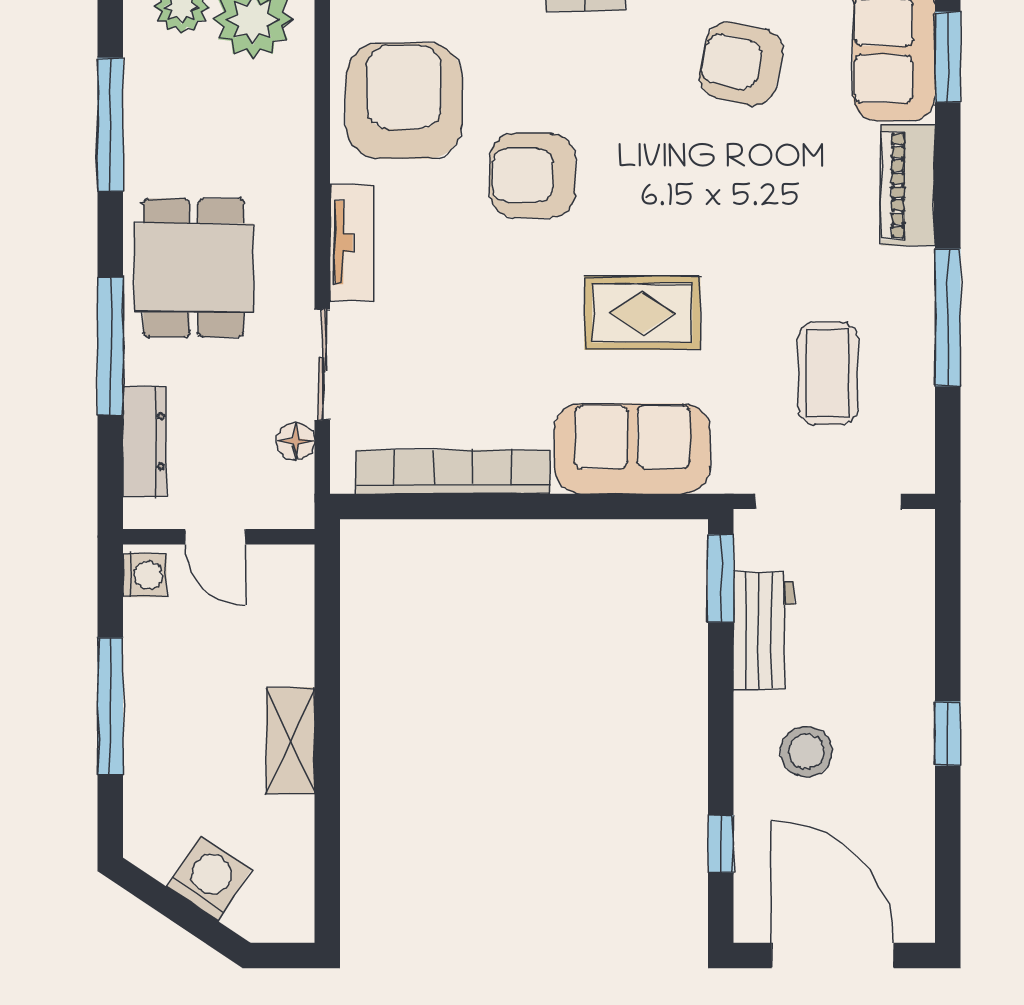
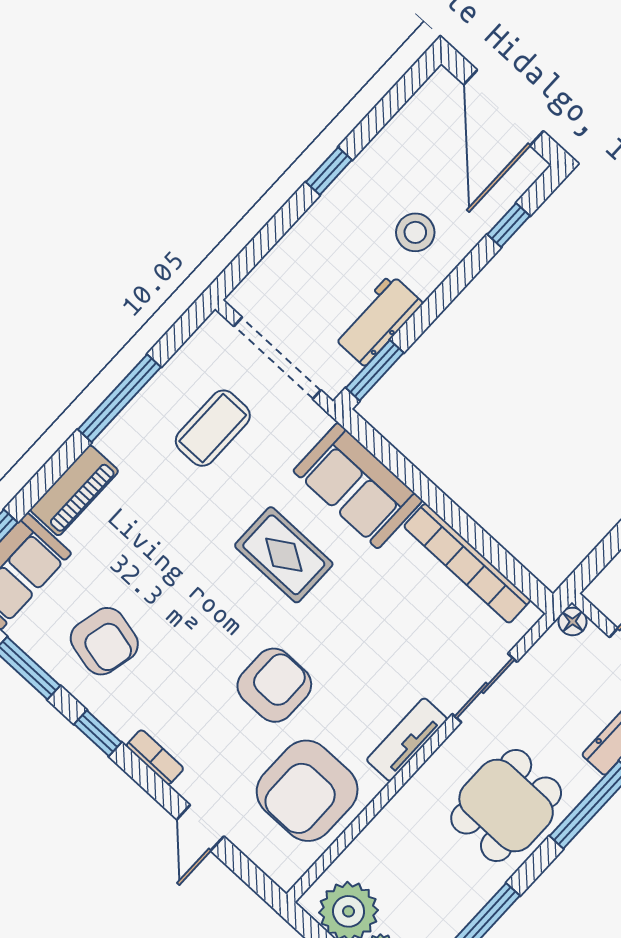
armchair: (533, 175) -> (274, 685), turned -90
floor lamp: (296, 441) -> (573, 621), moved

